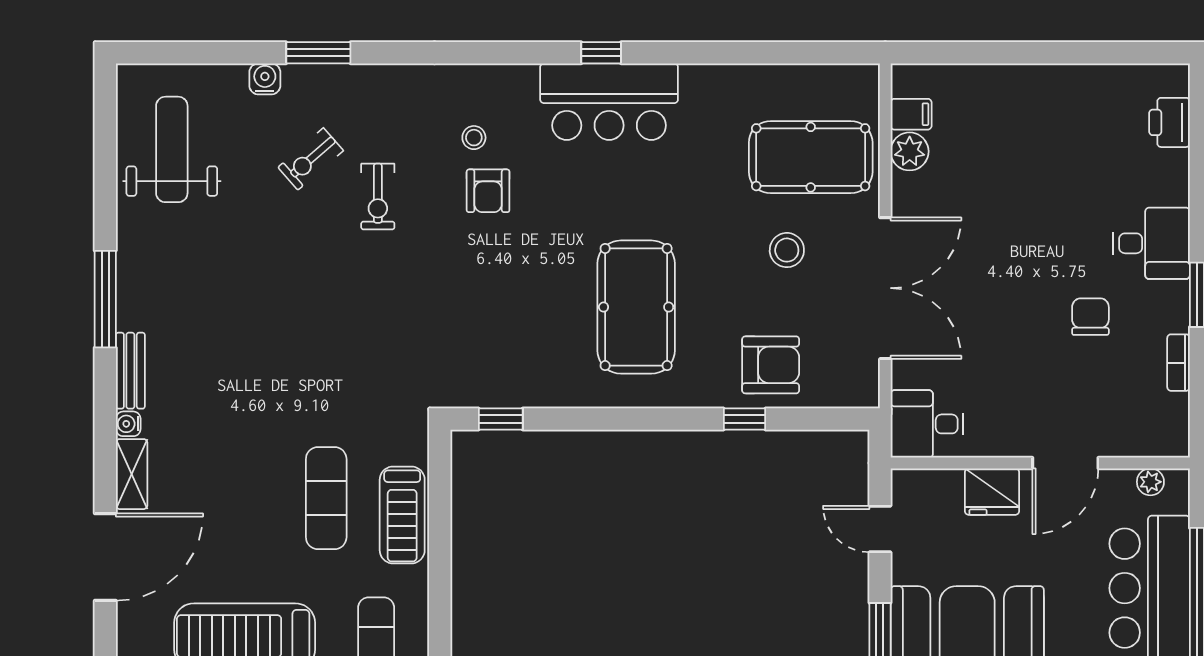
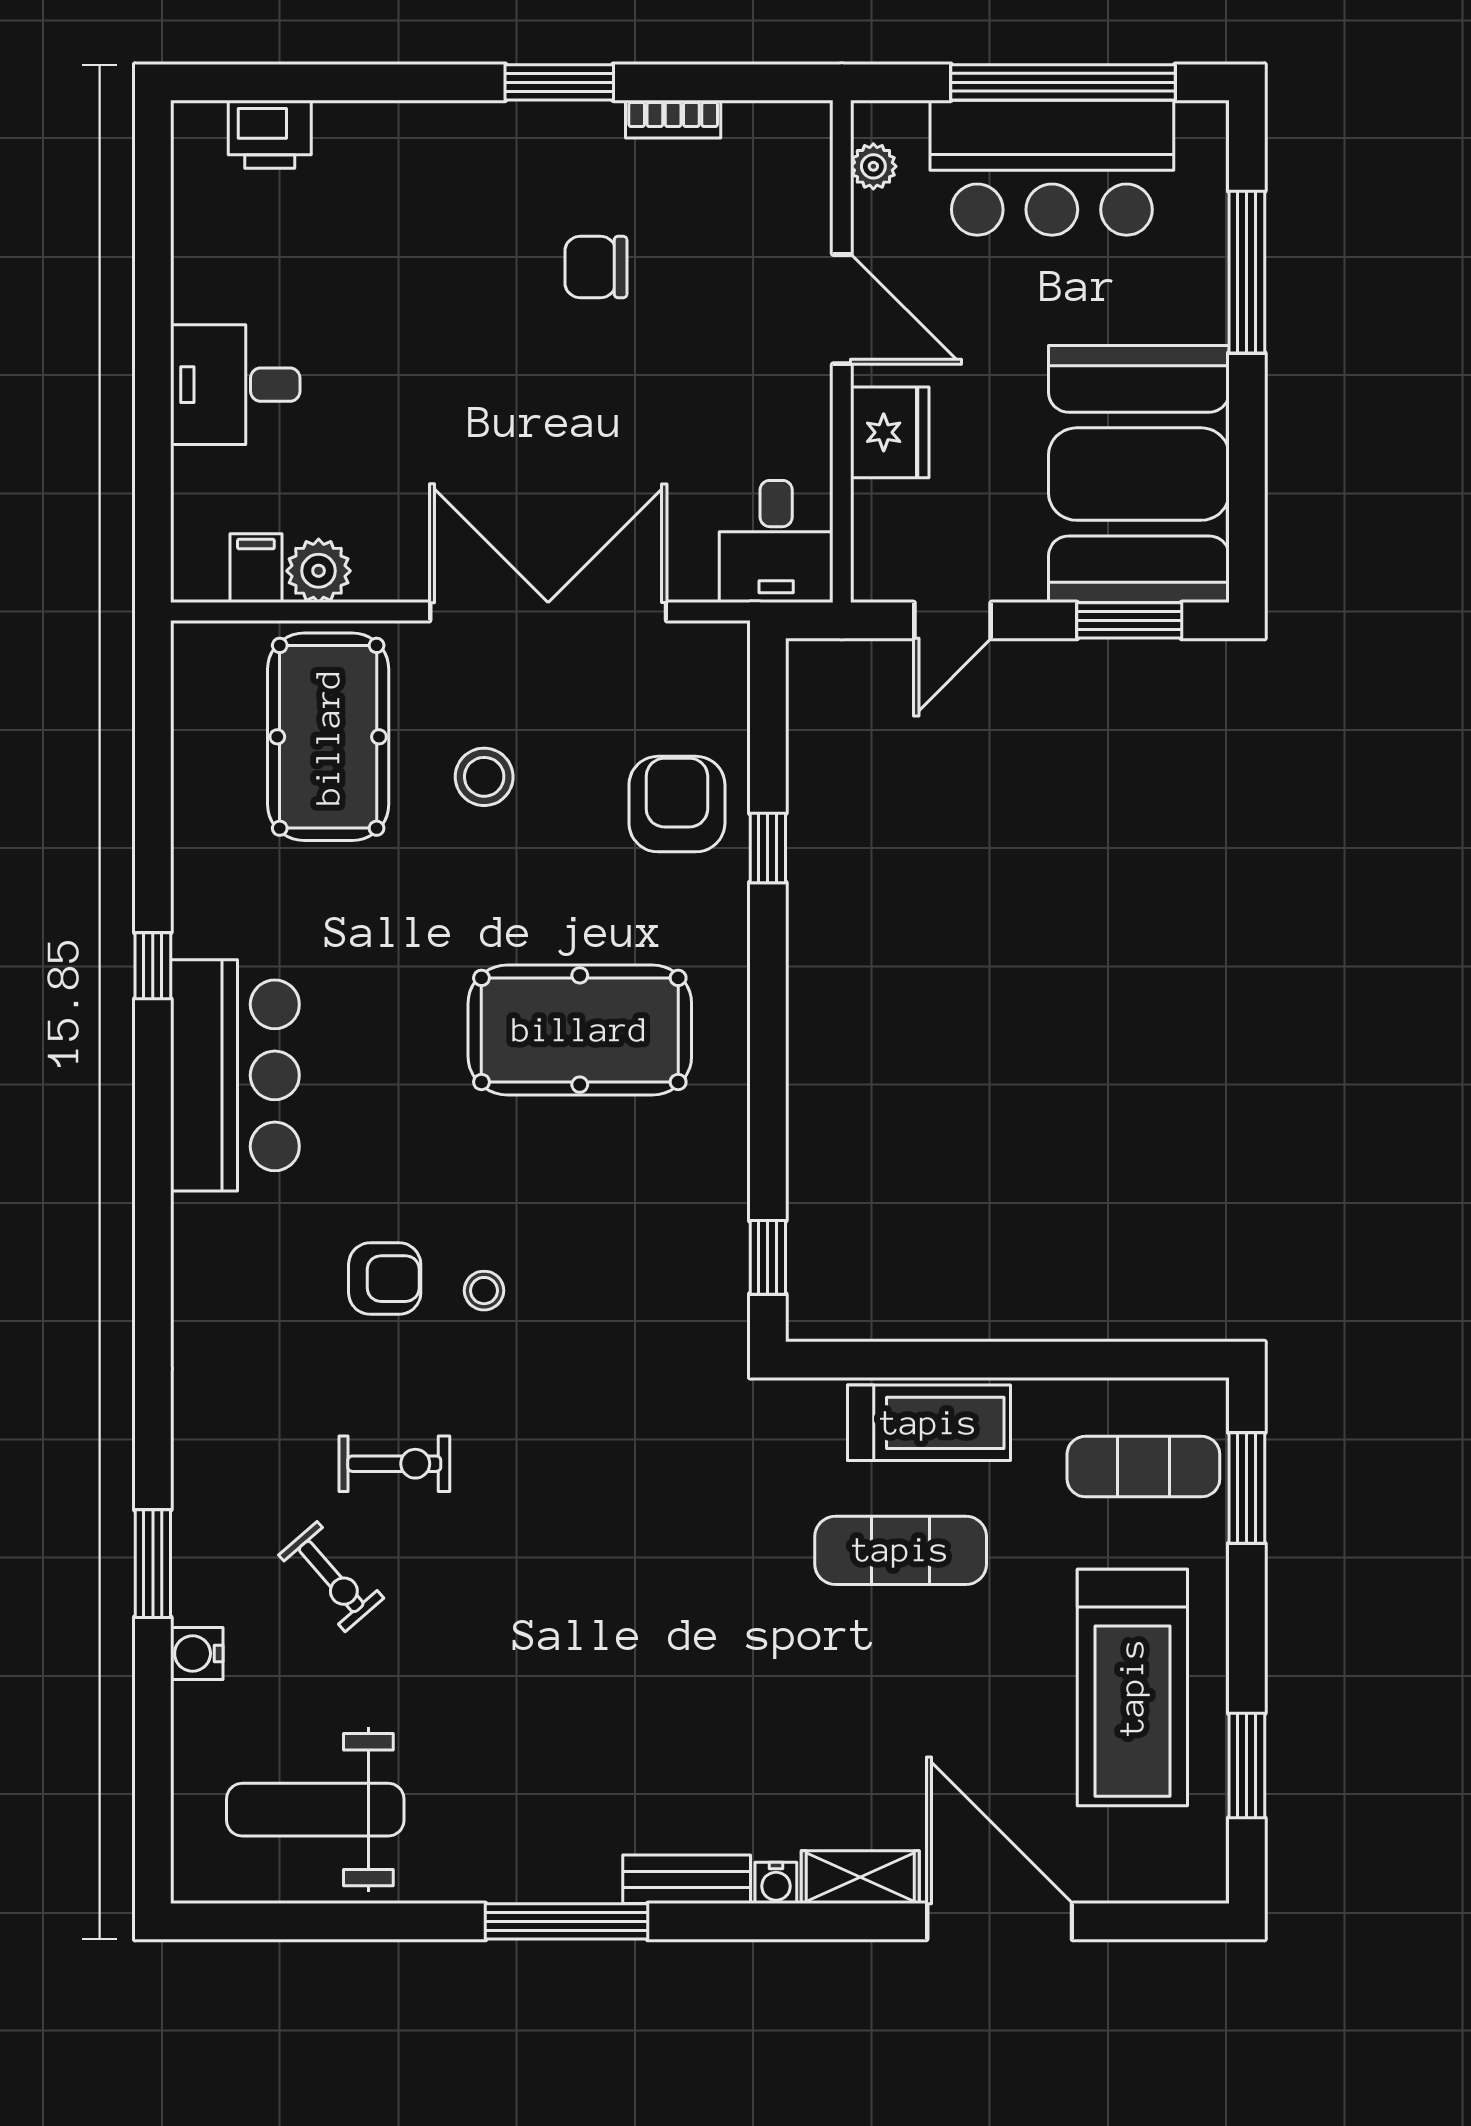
window: (601, 53) -> (153, 966), moved
stool: (474, 138) -> (484, 1291), moved
desk: (1151, 243) -> (235, 385), moved, turned -90

